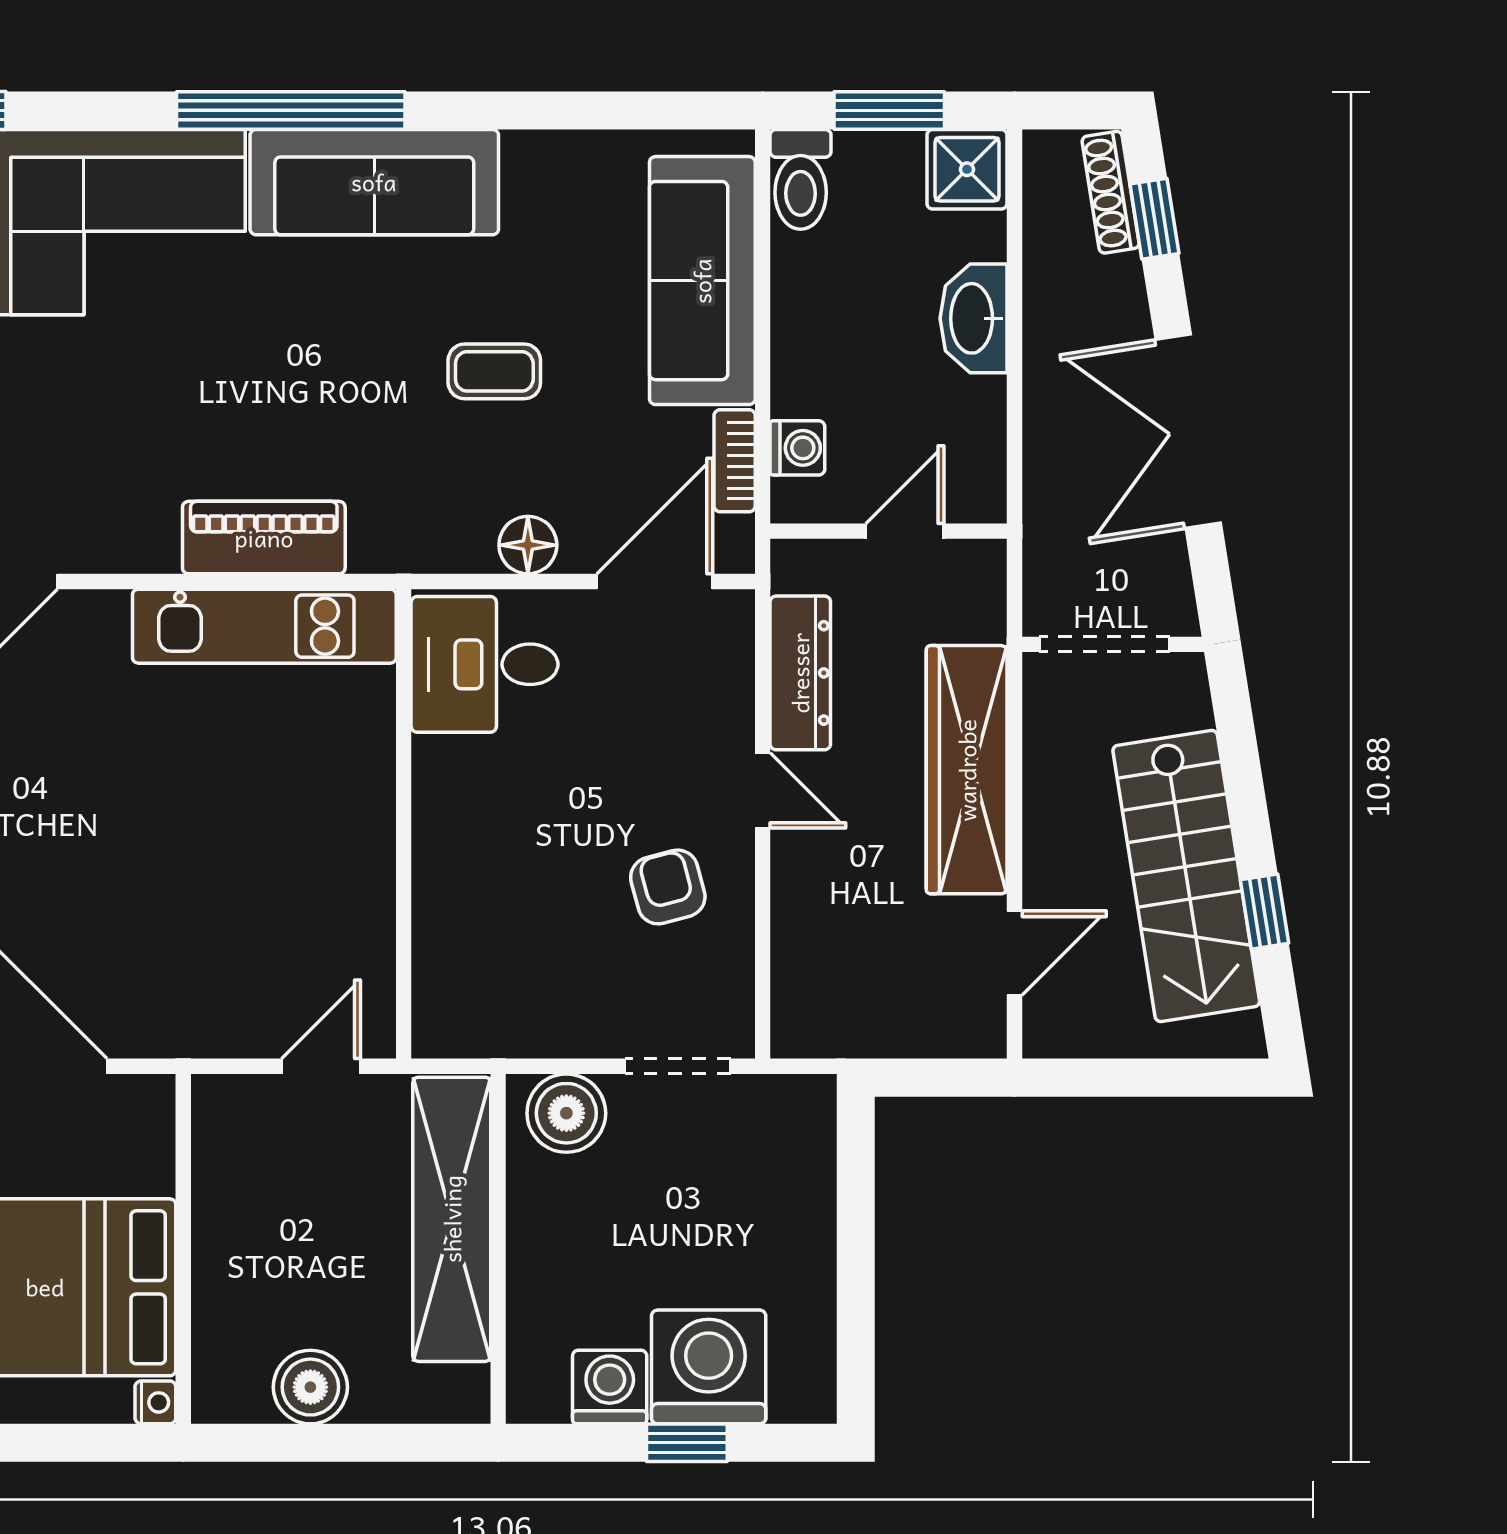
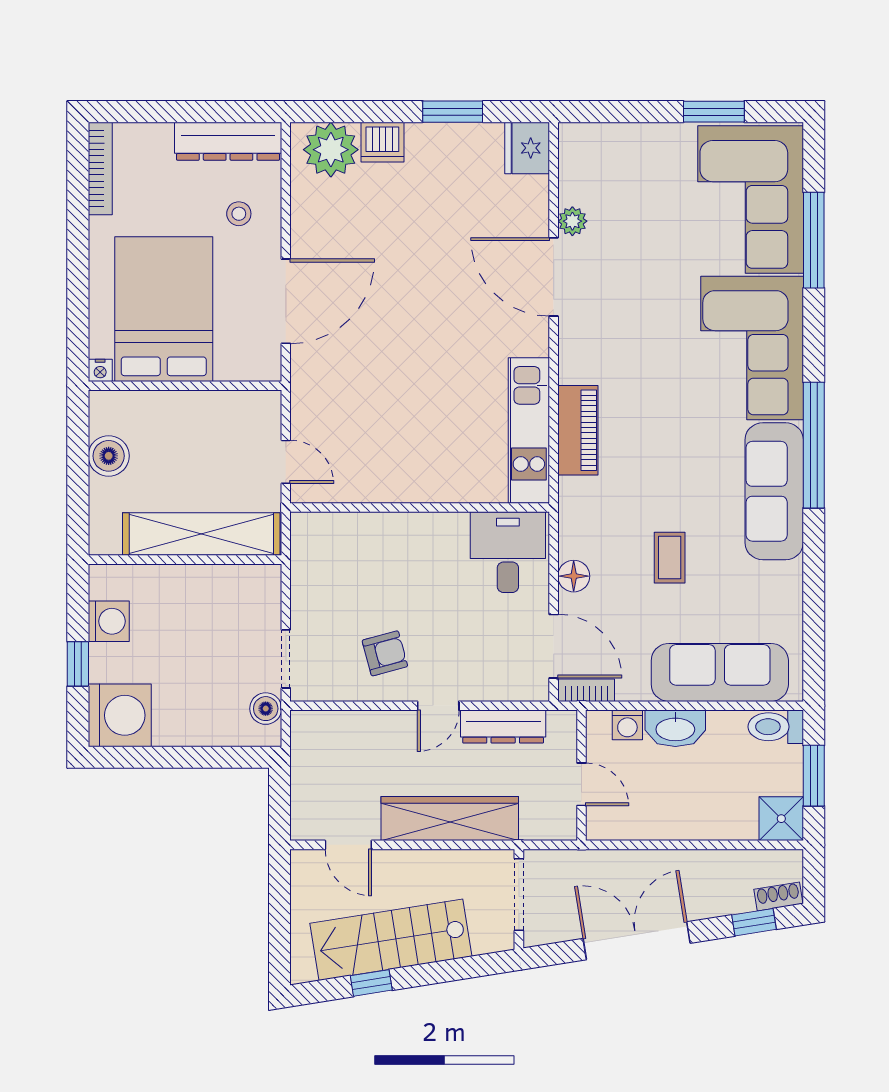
shoe rack: (1111, 192) -> (778, 896), width x0.70
washbasin: (974, 318) -> (675, 728), moved, turned 180
bookcase: (735, 461) -> (586, 690), moved
boiler: (566, 1113) -> (266, 709), moved, width x0.73, depth x0.73
washing machine: (709, 1367) -> (120, 715), moved

